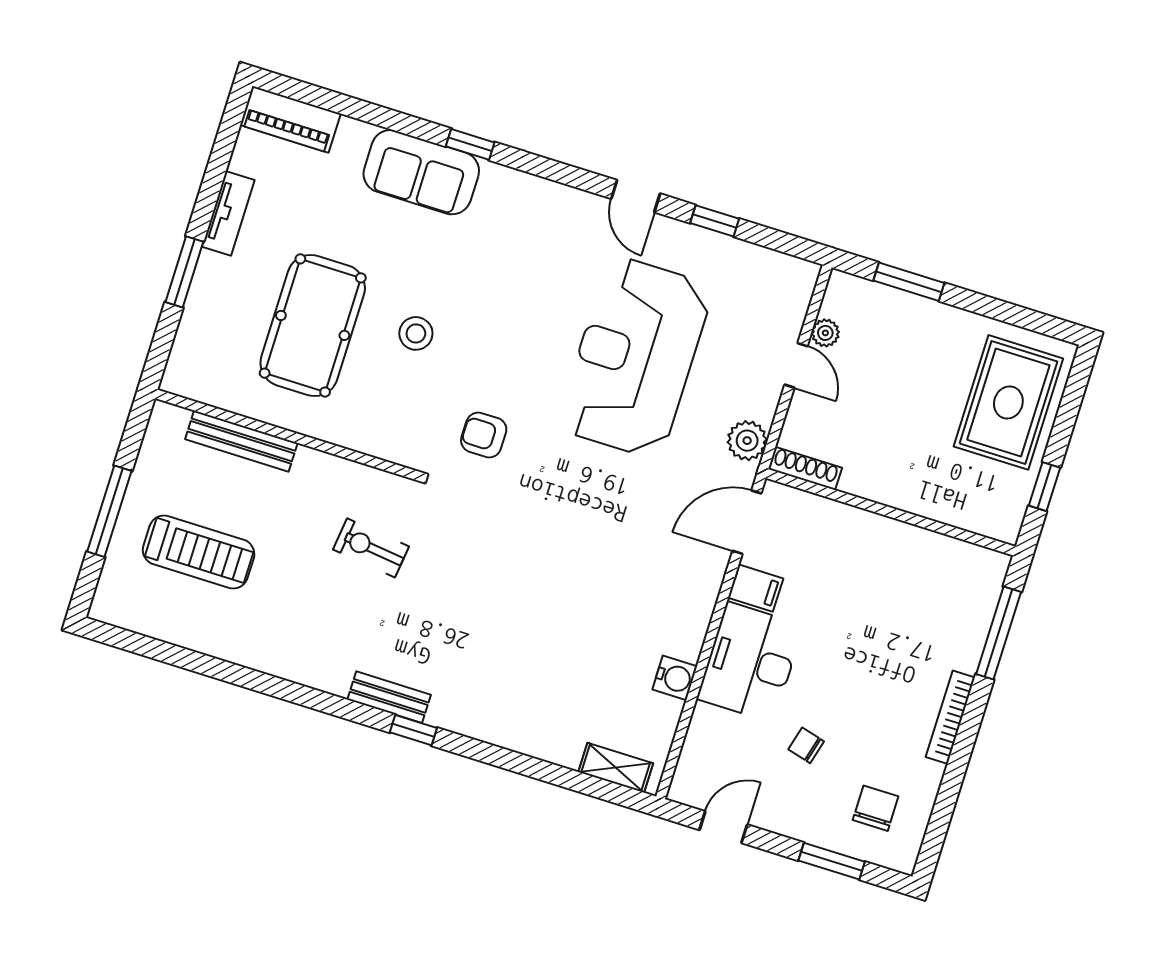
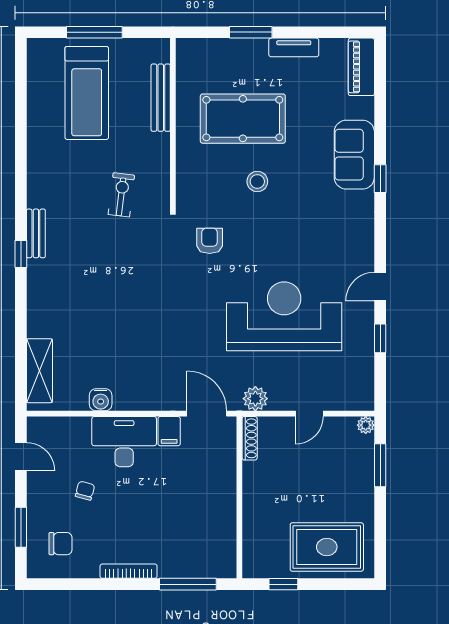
plant: (825, 333) -> (366, 425), moved
treadmill: (199, 552) -> (87, 93), width x1.37, depth x1.37
shelving: (616, 768) -> (39, 371), width x1.50, depth x1.33

